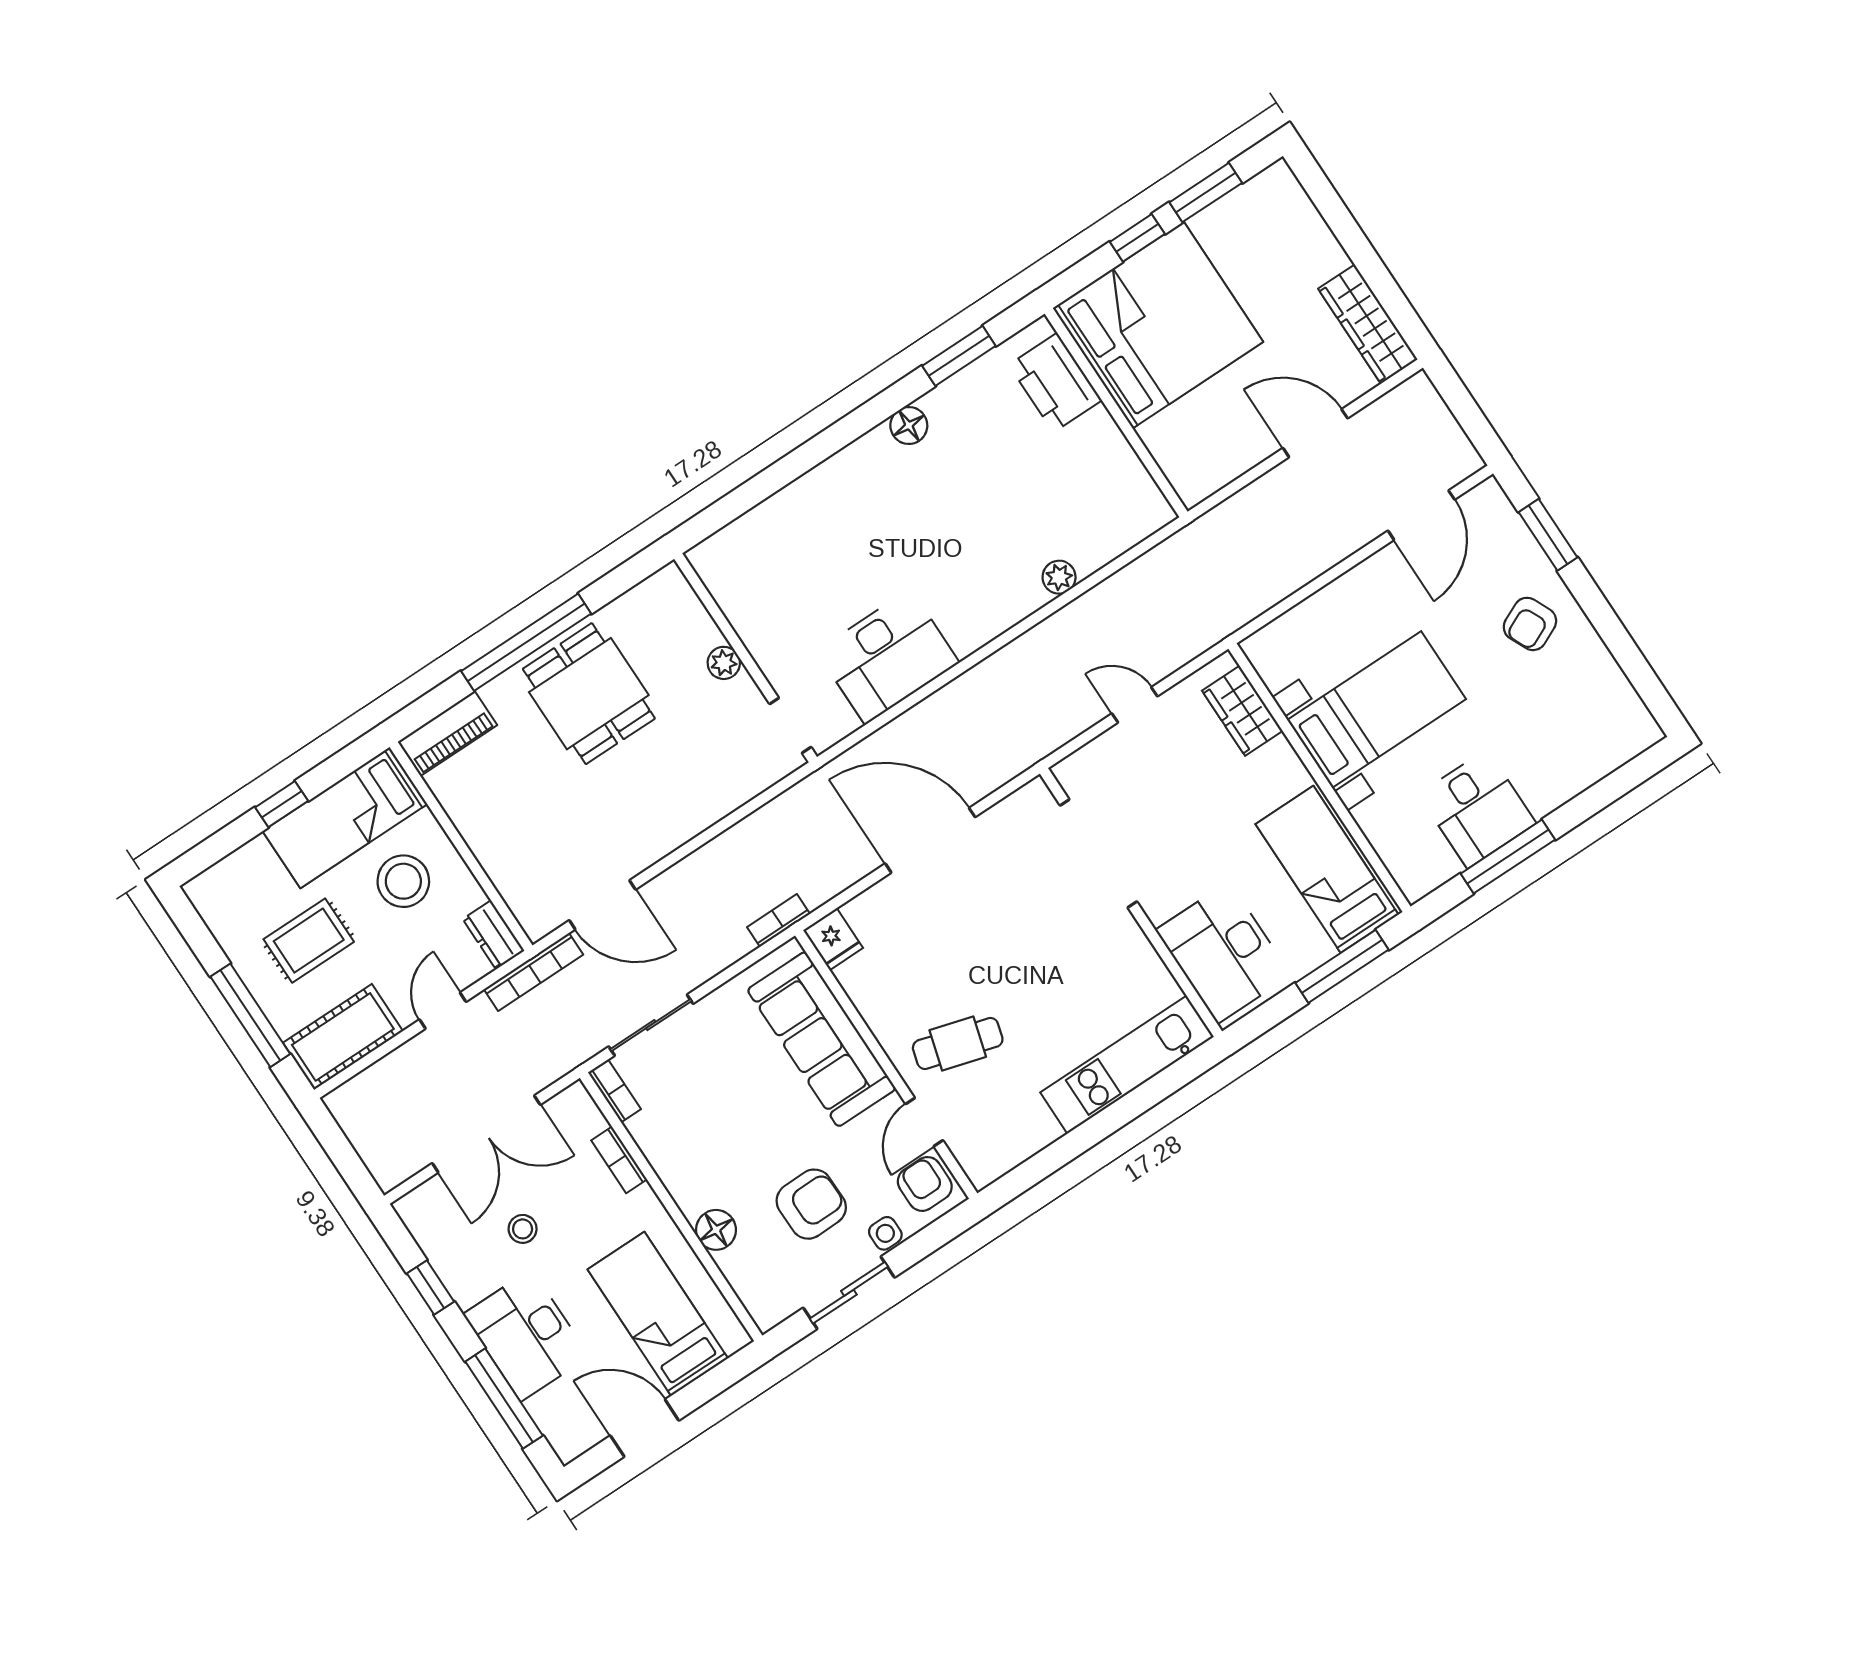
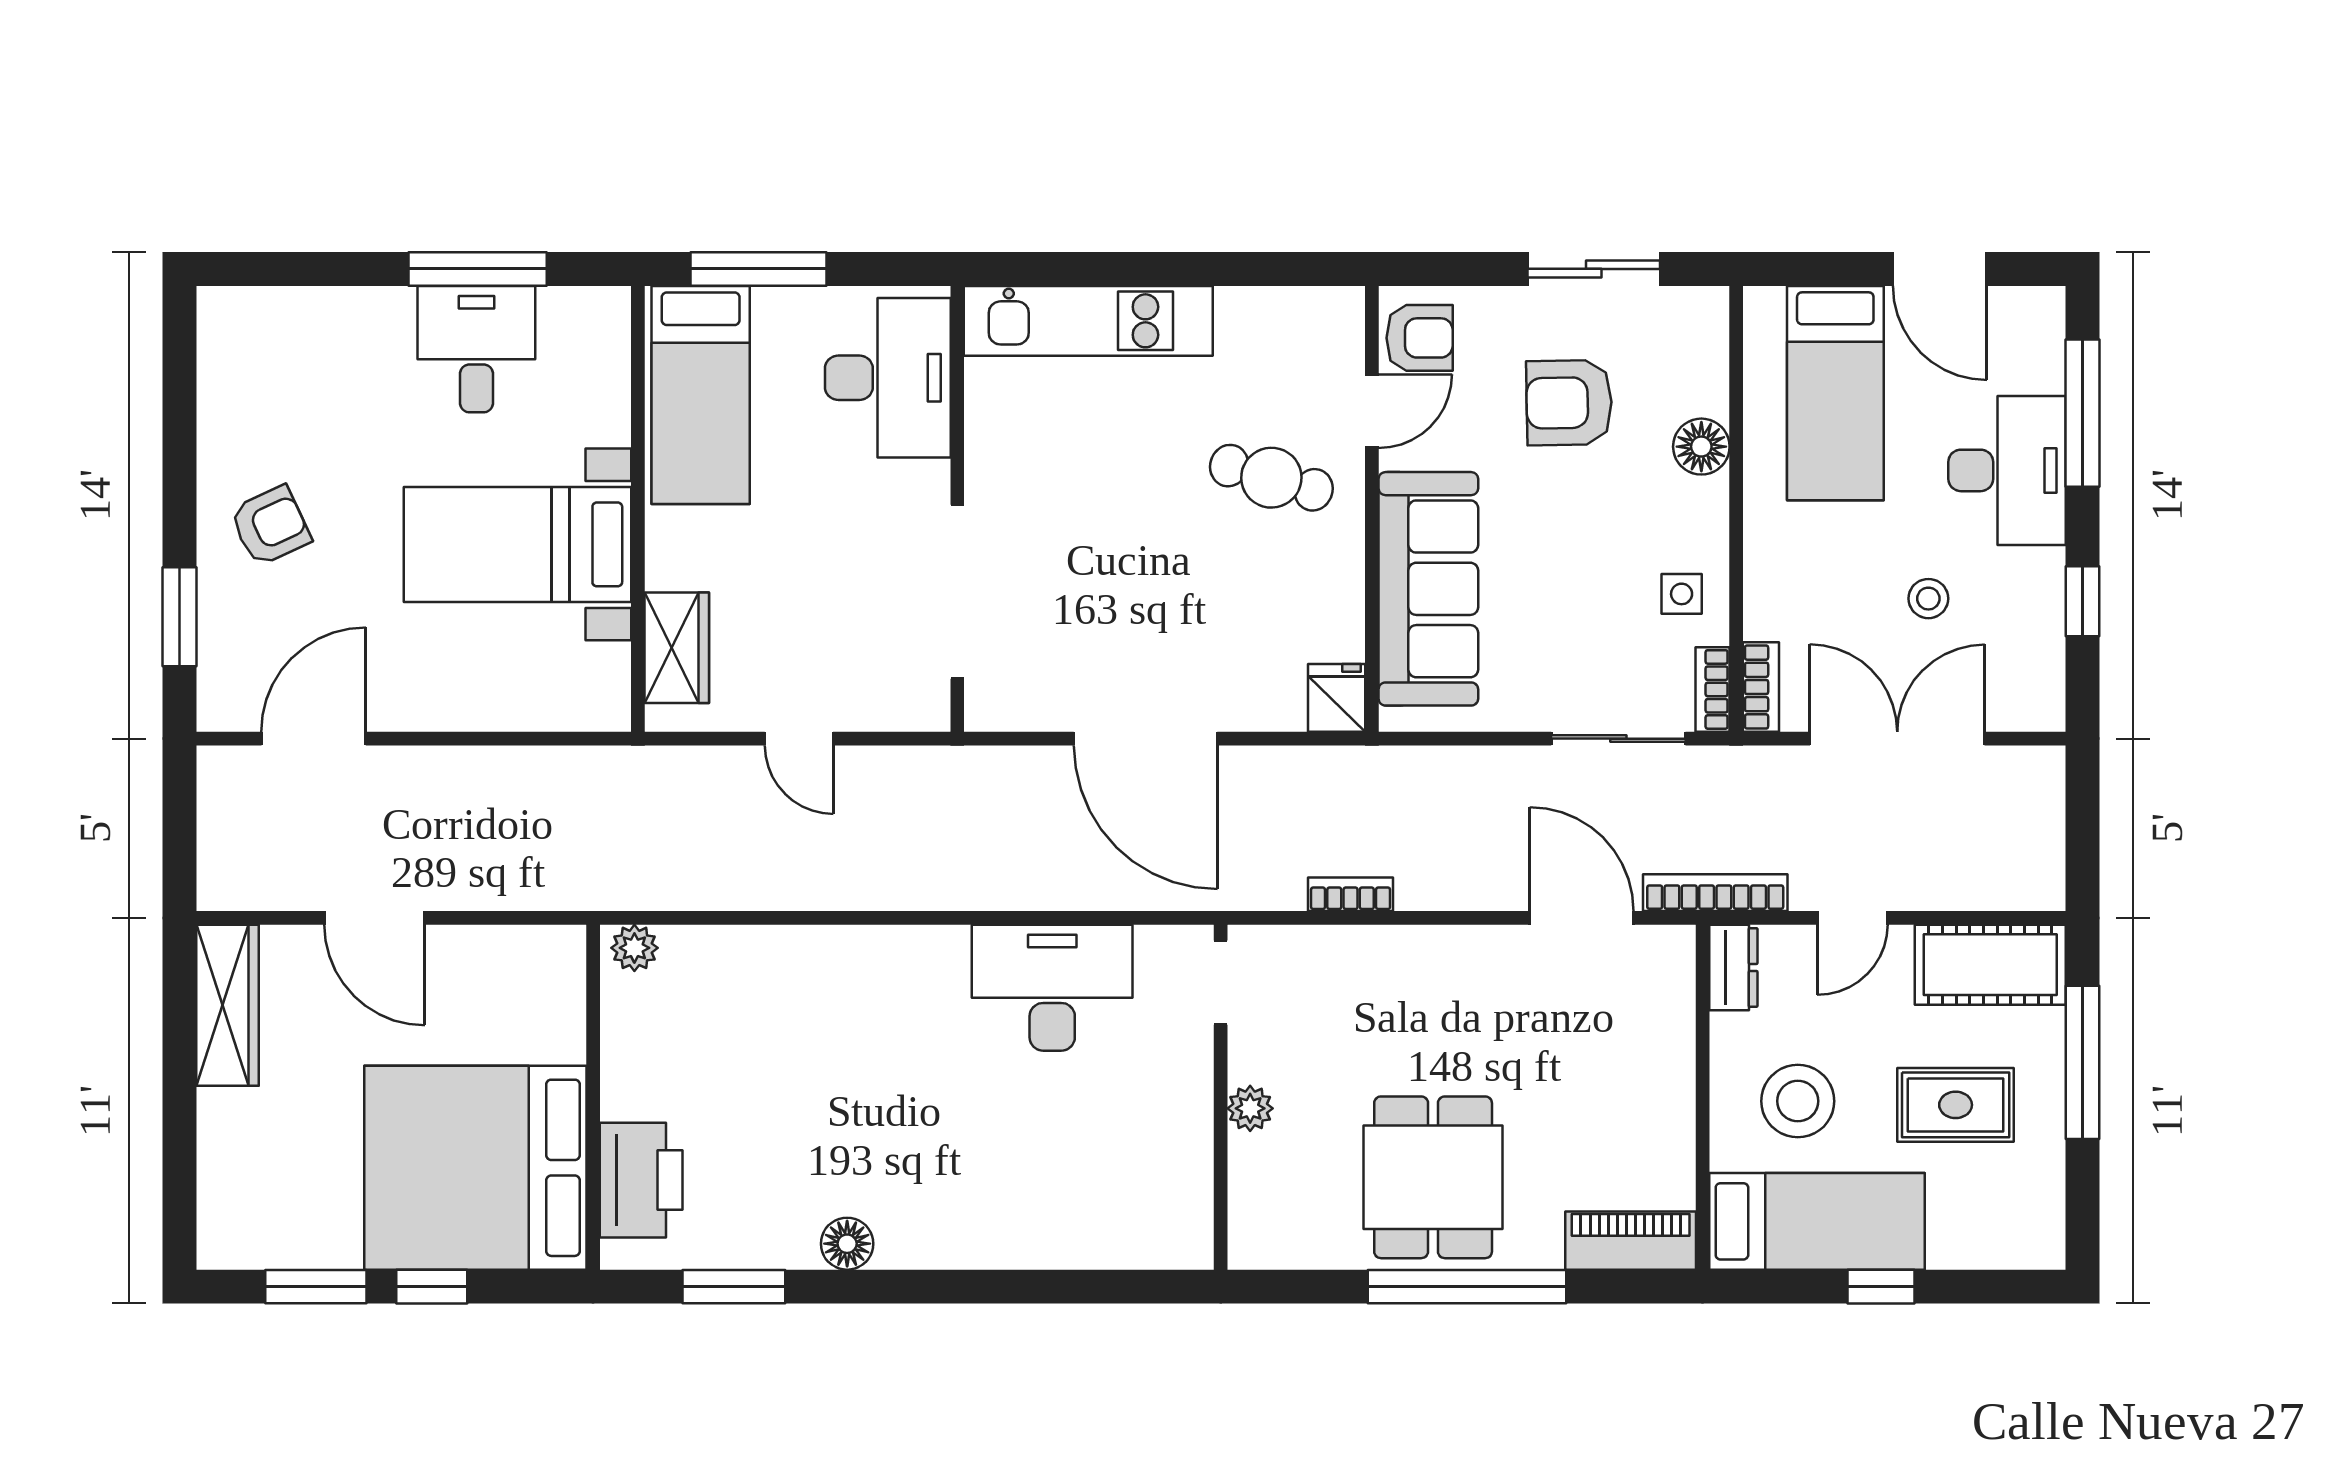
plant: (1059, 577) -> (634, 948), moved
bookcase: (779, 920) -> (1351, 894), moved, turned 180
bookcase: (619, 1160) -> (1761, 687), moved
armchair: (925, 1184) -> (1420, 338), turned -90
side table: (885, 1233) -> (1682, 594), moved

